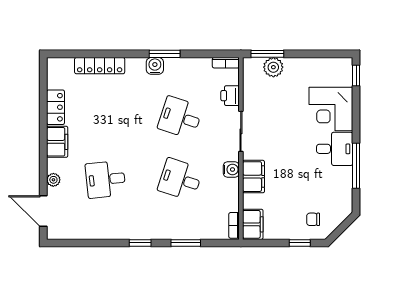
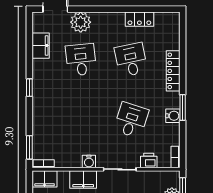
locker: (100, 66) -> (173, 71), moved
water cooler: (155, 66) -> (173, 116), moved
filing cabinet: (57, 142) -> (41, 46), moved, turned -90
desk: (180, 179) -> (131, 60), moved, turned -30
plant: (53, 180) -> (81, 22), width x1.87, depth x1.87
window: (186, 243) -> (29, 147), moved

